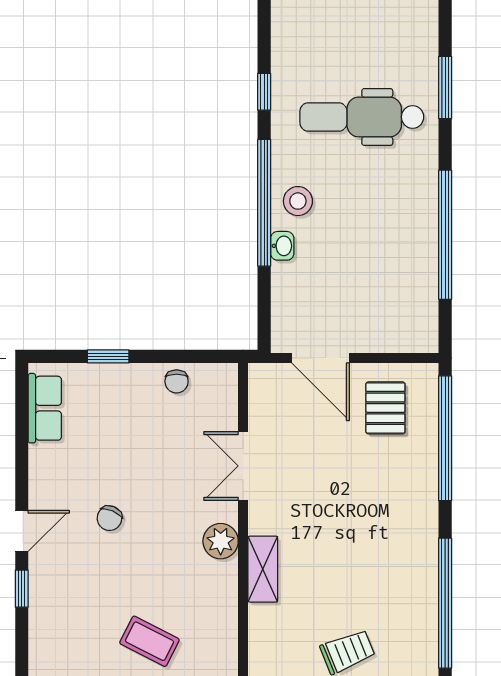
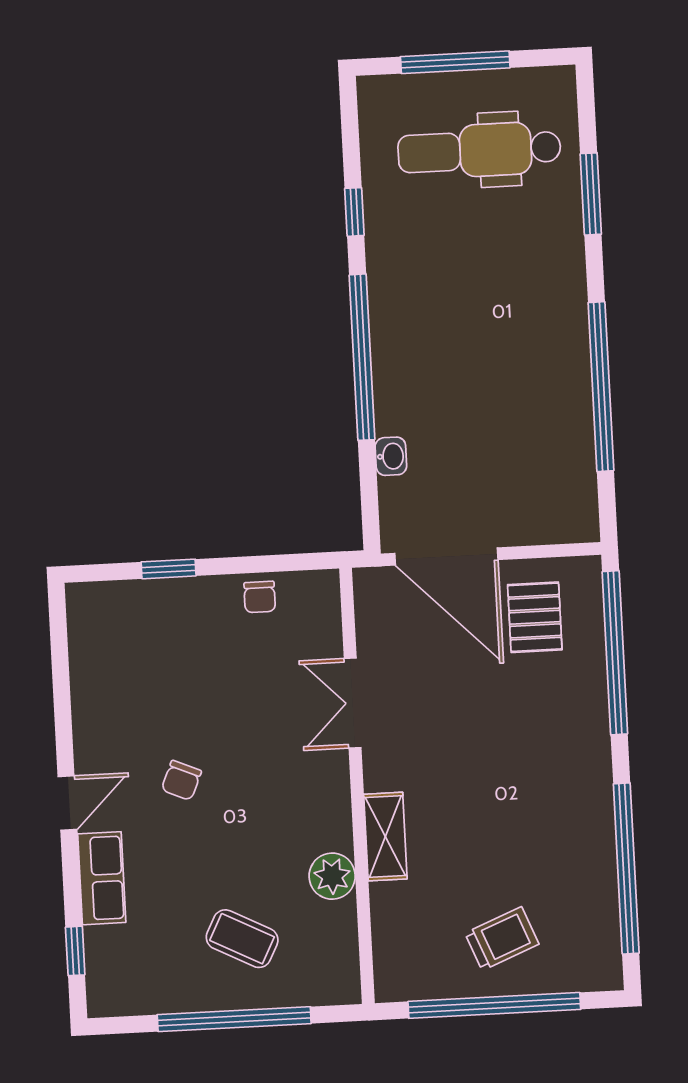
dental chair: (362, 117) -> (479, 150), moved
stool: (298, 201) -> (406, 353), removed
washbasin: (282, 246) -> (391, 456), moved
door: (320, 358) -> (446, 557), width x1.36
row of seats: (45, 408) -> (102, 878), moved
plant: (221, 541) -> (332, 876), moved
window: (22, 589) -> (75, 951), moved

